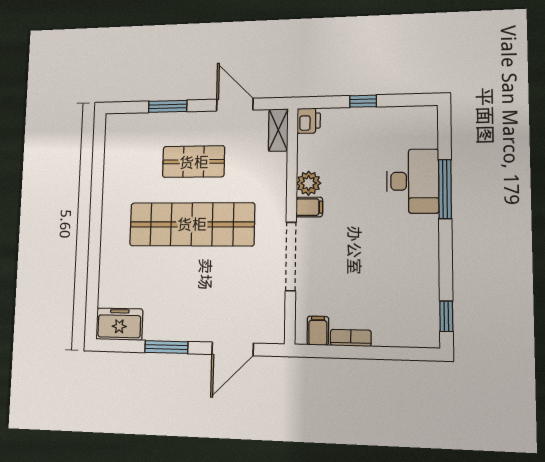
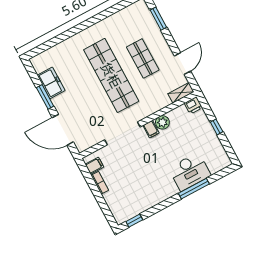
window: (168, 106) -> (158, 19), moved
freezer: (119, 324) -> (51, 83), moved
door: (233, 349) -> (63, 130), width x1.36

